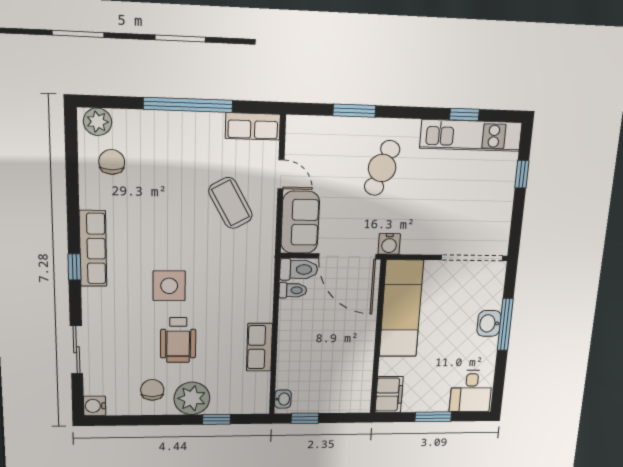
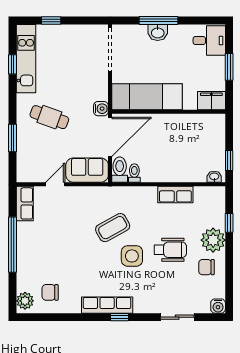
coffee table: (231, 203) -> (113, 228), moved

